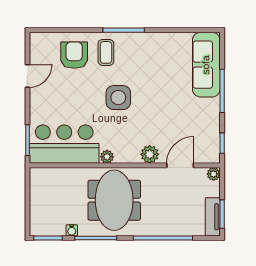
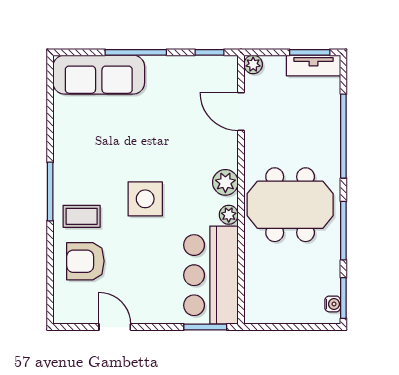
plant: (150, 154) -> (225, 182), moved
water cooler: (72, 230) -> (333, 304), moved

